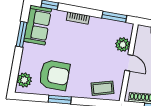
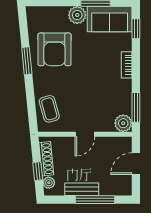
plant: (123, 45) -> (123, 123), moved
plant: (24, 80) -> (77, 15), moved

